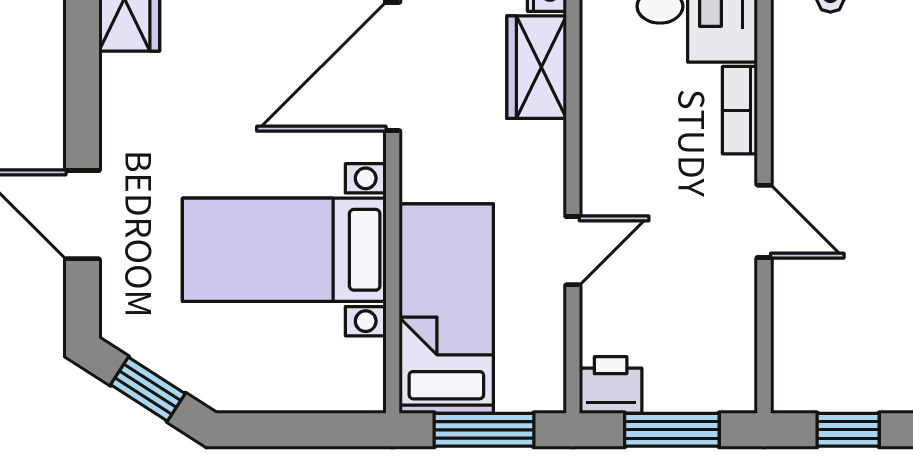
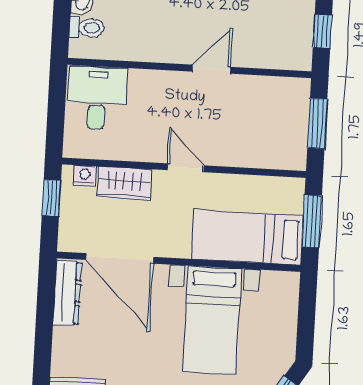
bookcase: (740, 110) -> (153, 79), removed
door: (573, 251) -> (185, 168), moved
printer: (611, 385) -> (292, 154), removed

